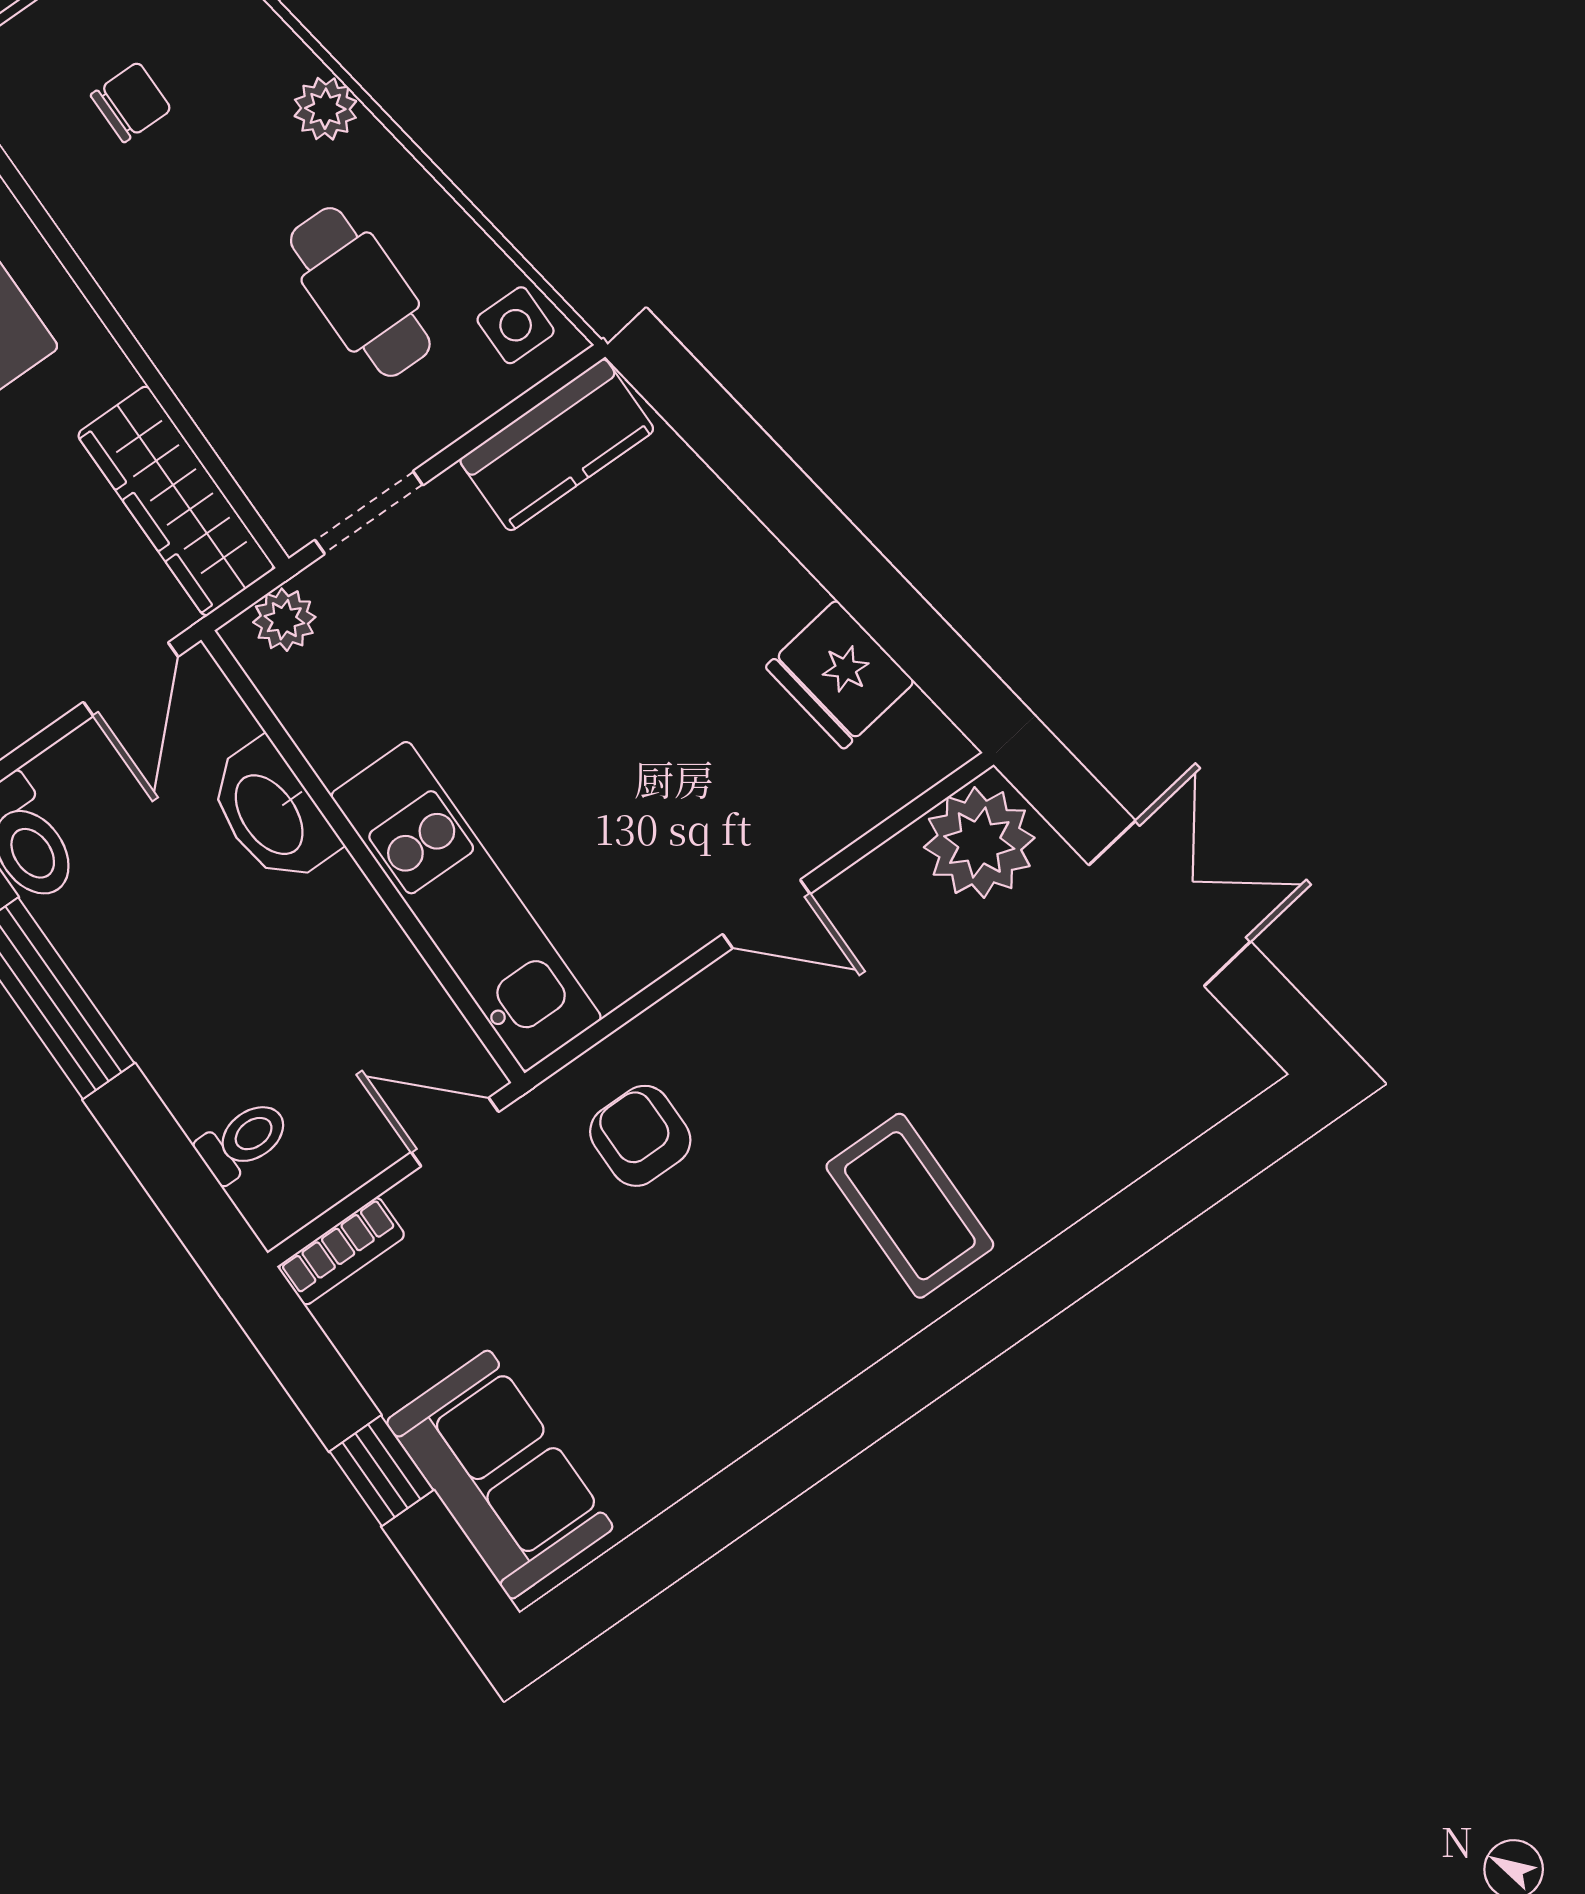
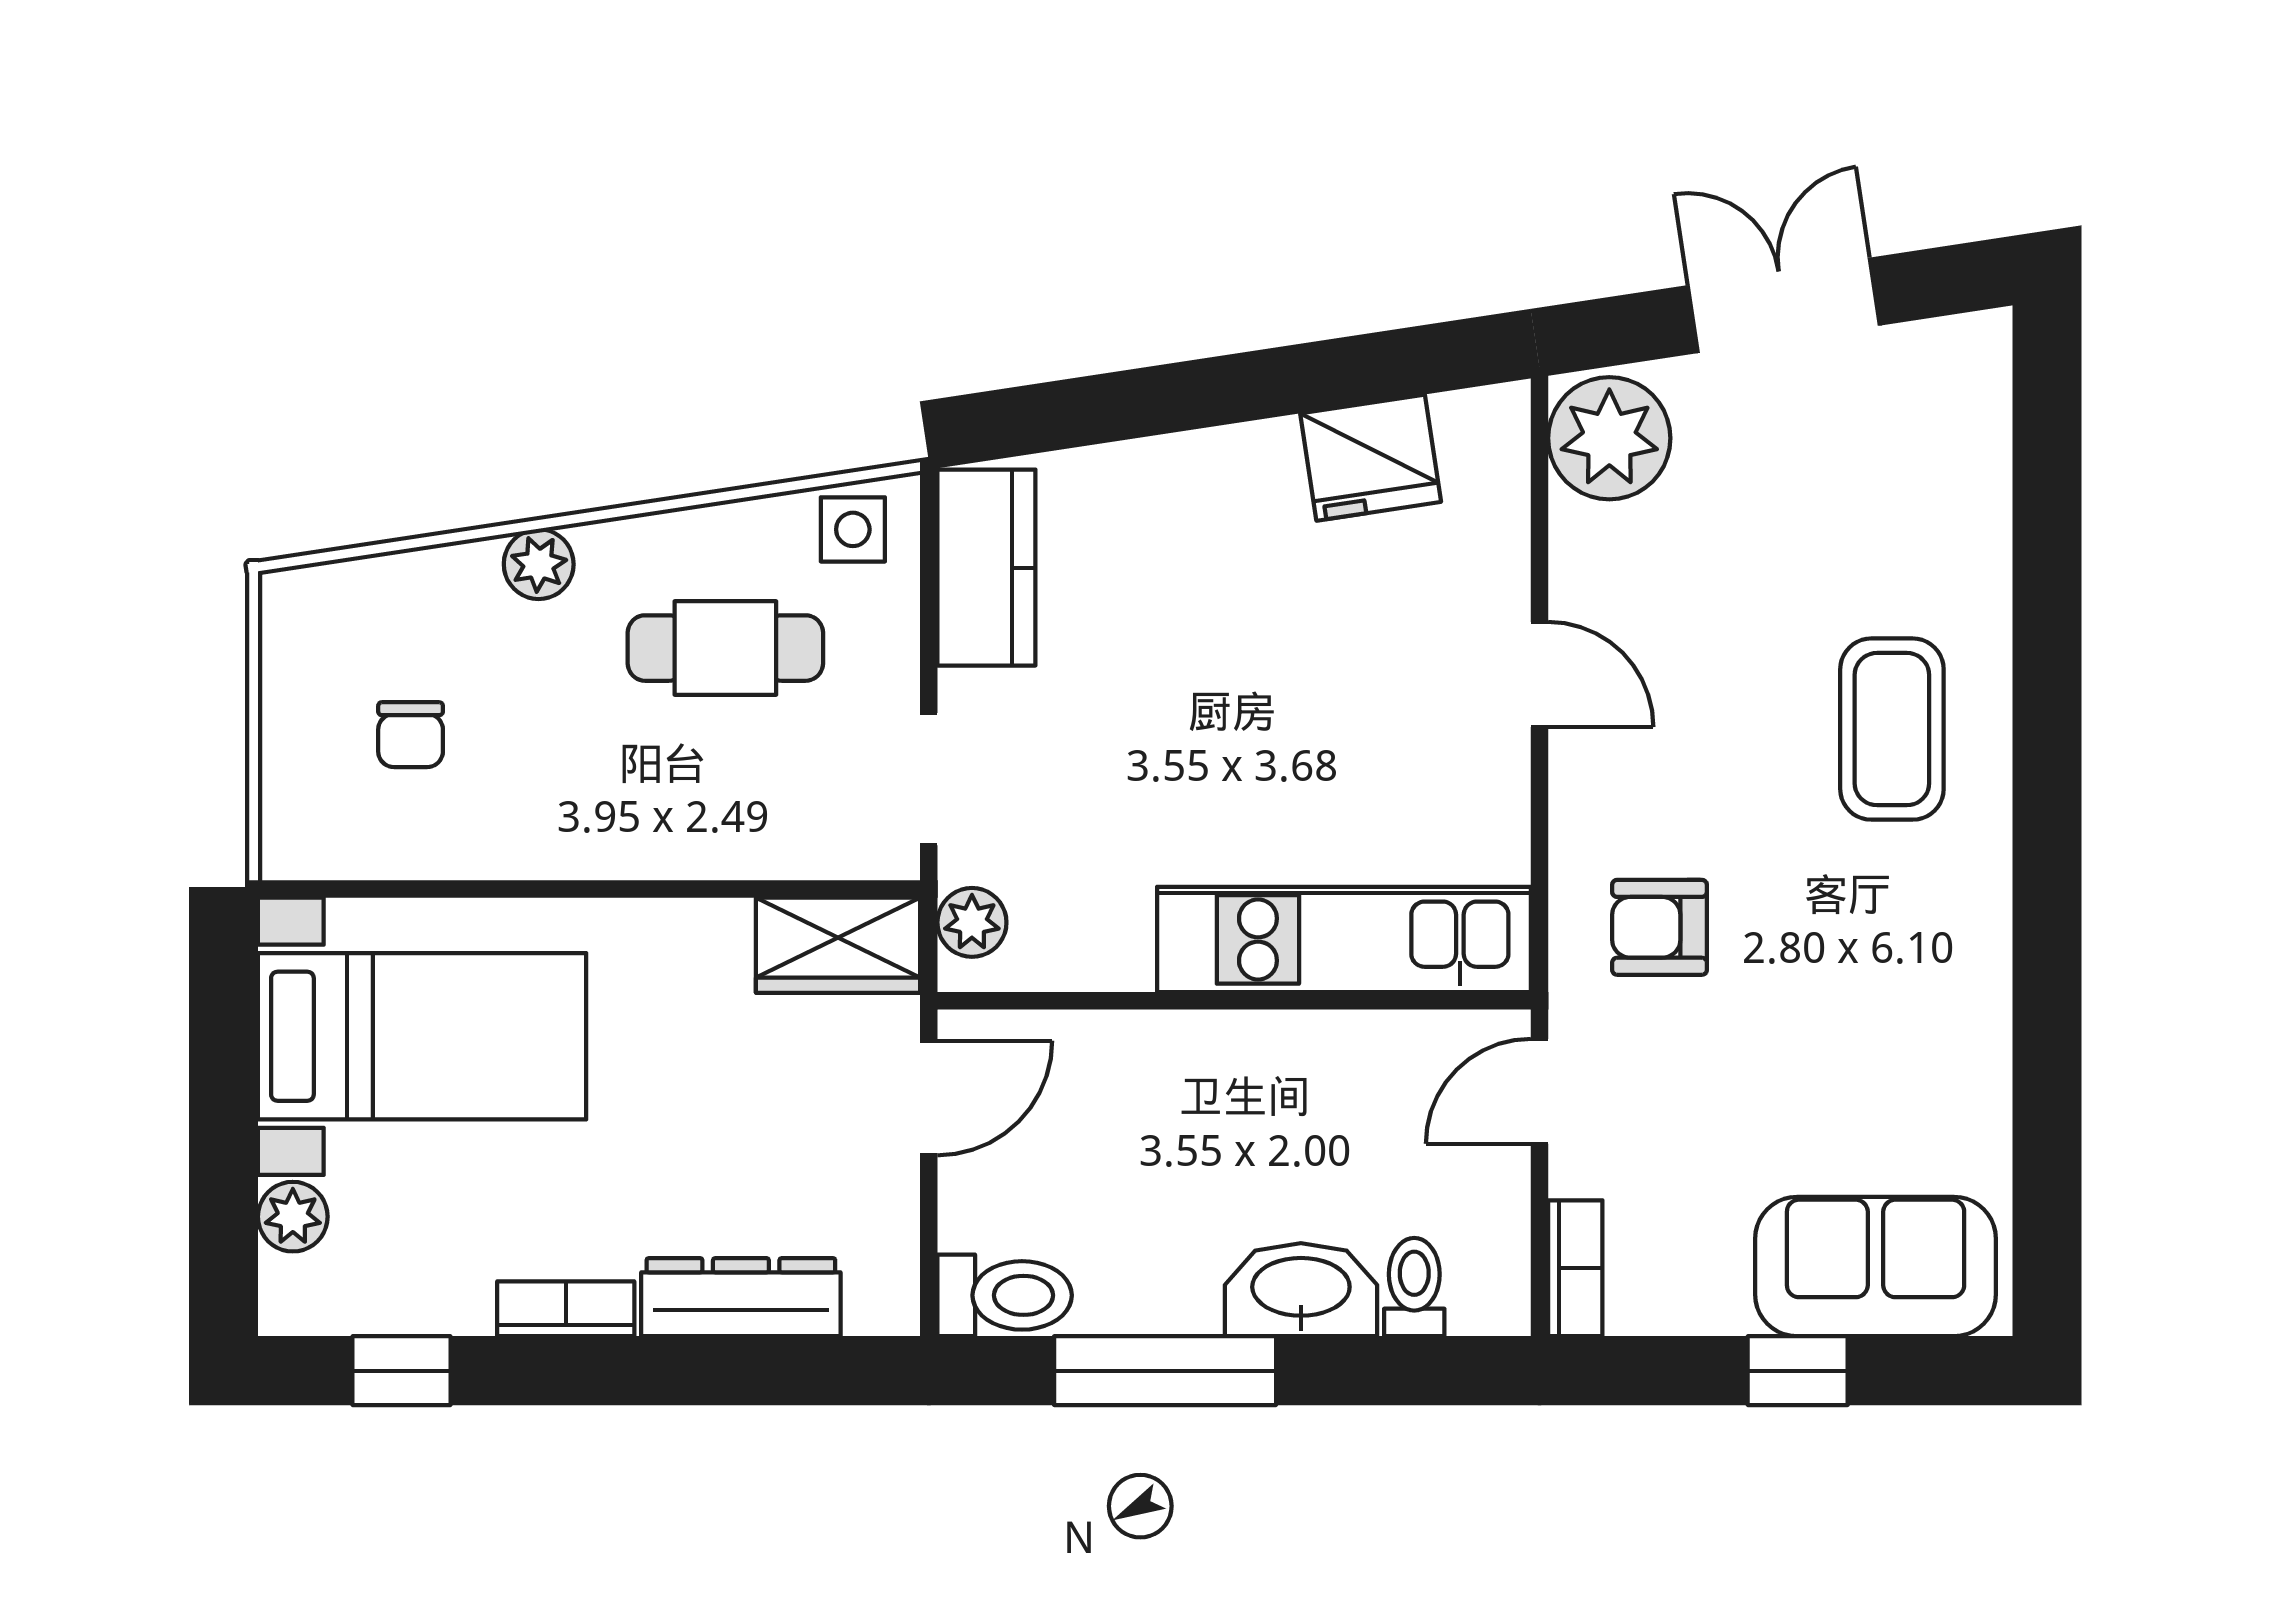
chair: (131, 102) -> (411, 735), turned 180
wardrobe: (176, 501) -> (838, 945), width x0.67
door: (131, 679) -> (929, 1098), hinge flipped
washbasin: (271, 813) -> (1301, 1290), moved, turned 180
door: (766, 914) -> (1540, 674), hinge flipped
coffee table: (910, 1206) -> (1892, 729), turned 90

